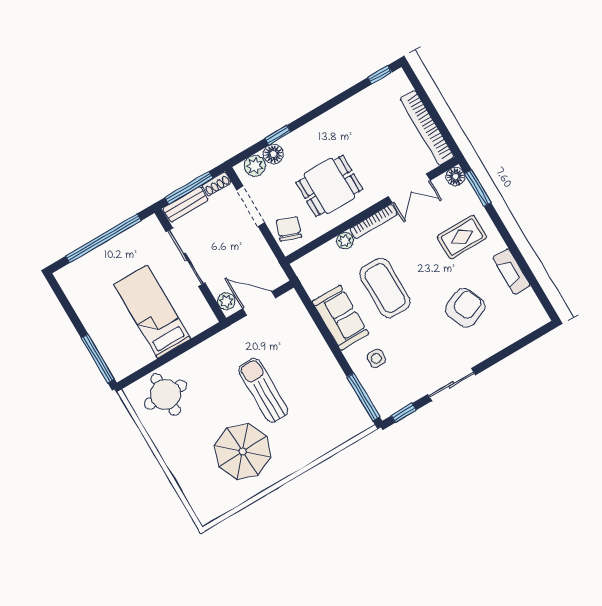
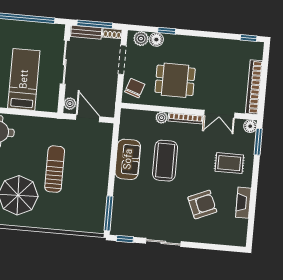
side table: (376, 358) -> (132, 197), removed

